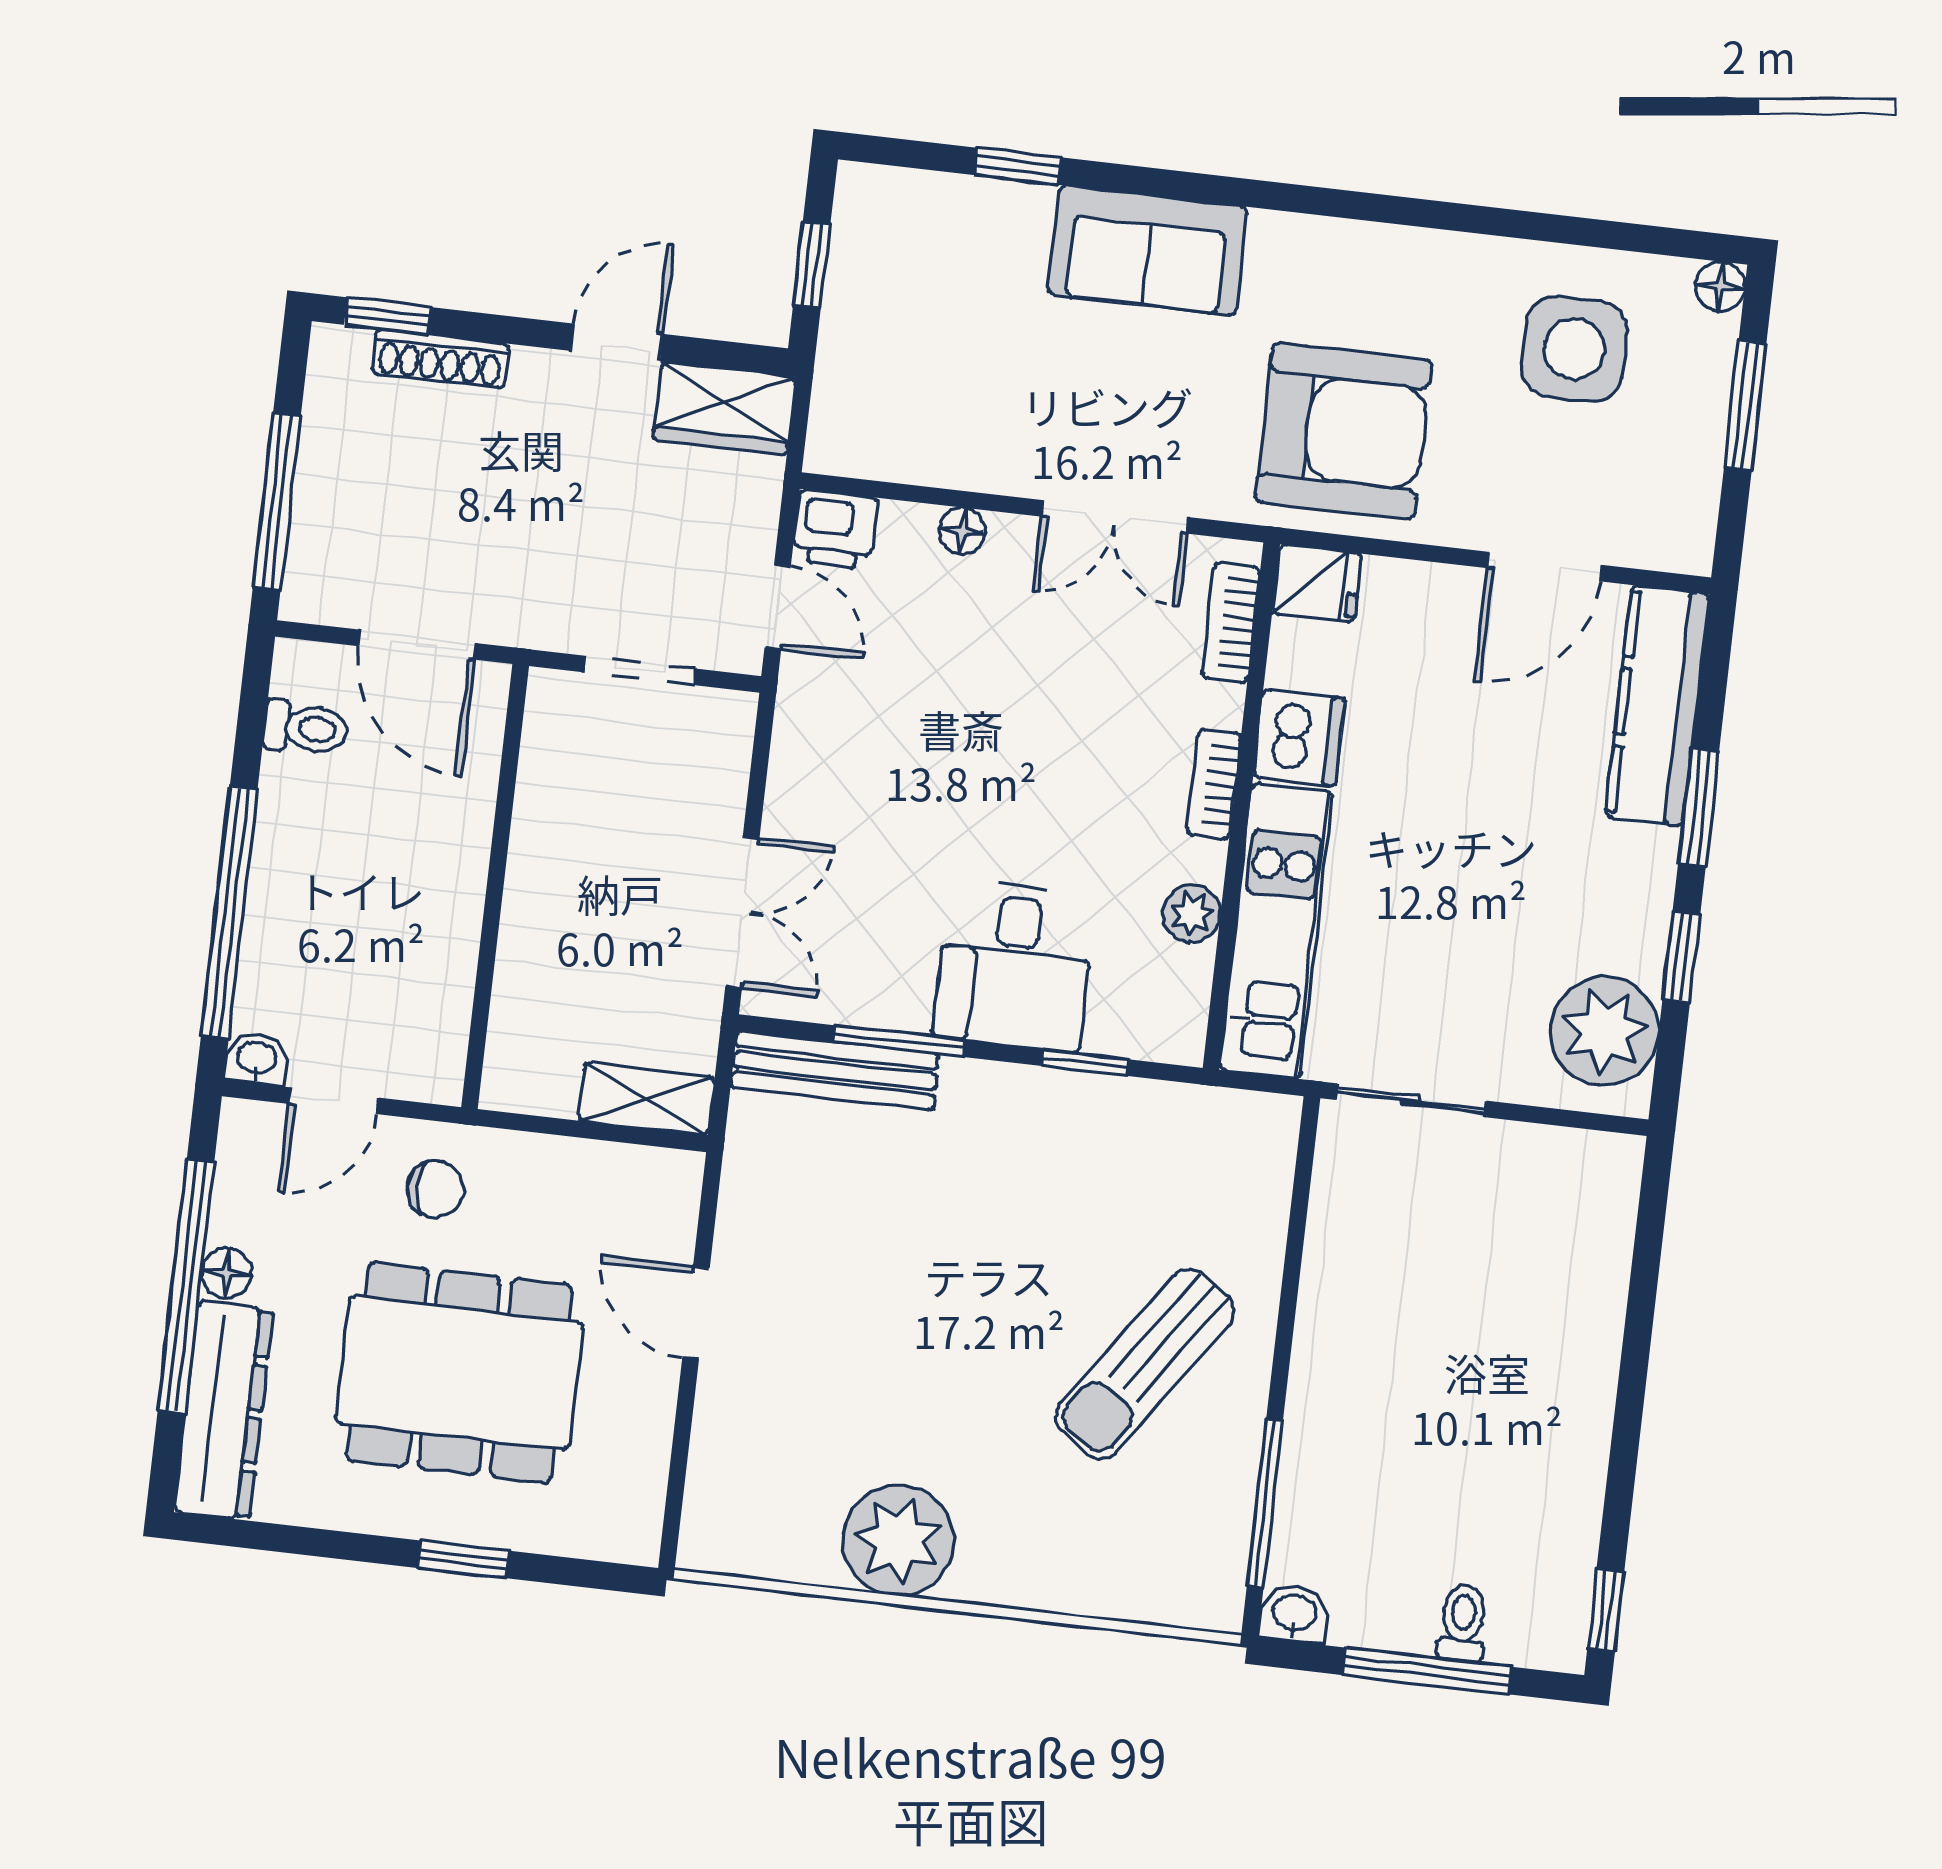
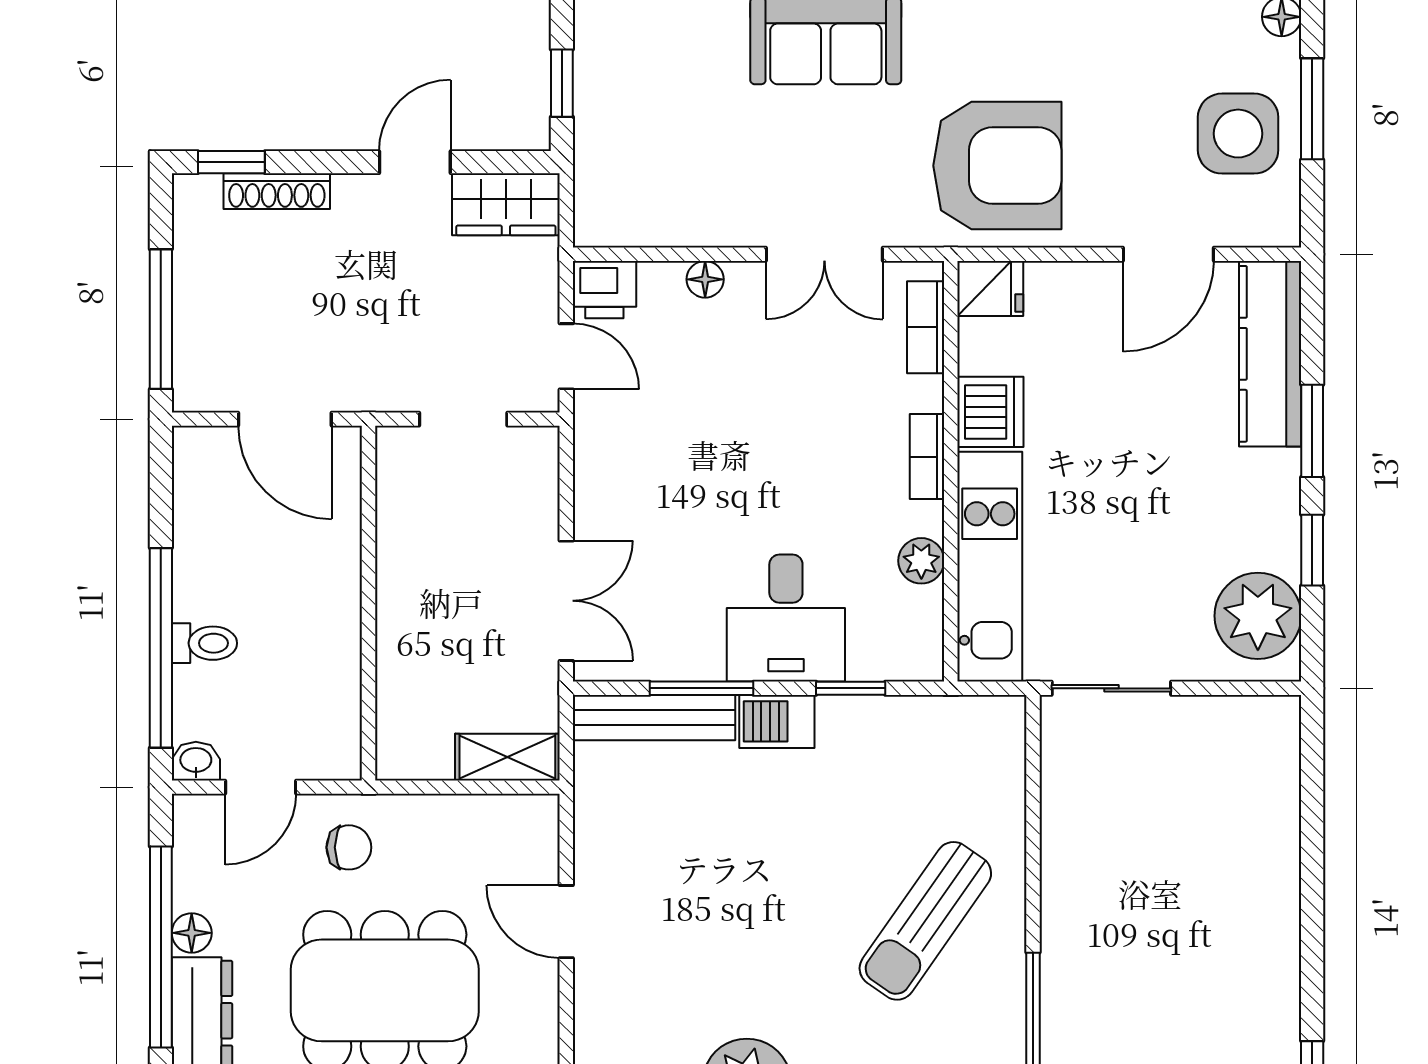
side table: (1574, 349) -> (1238, 134), moved
toilet: (306, 728) -> (204, 643), moved
barbecue: (988, 1093) -> (777, 721), added

